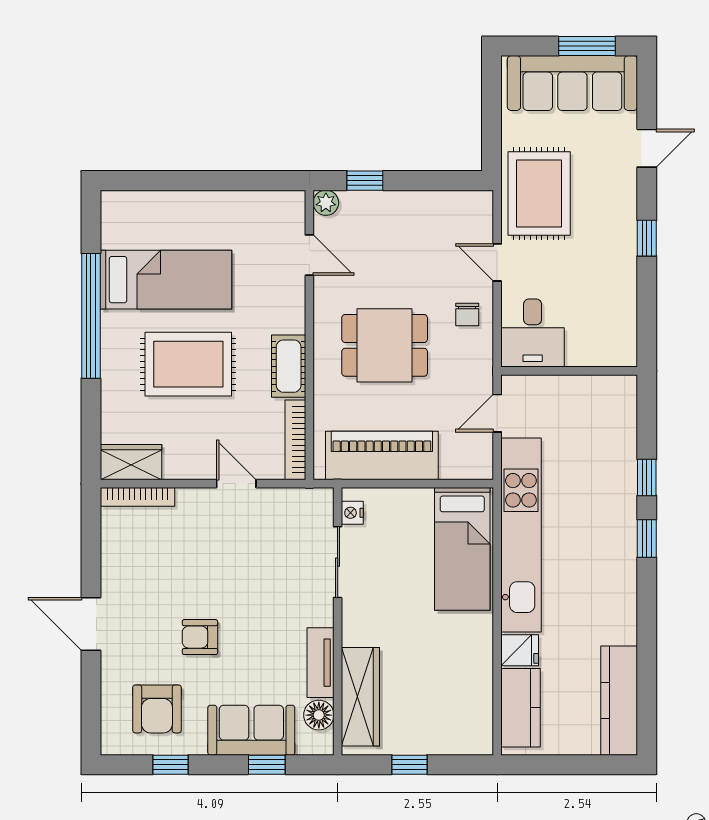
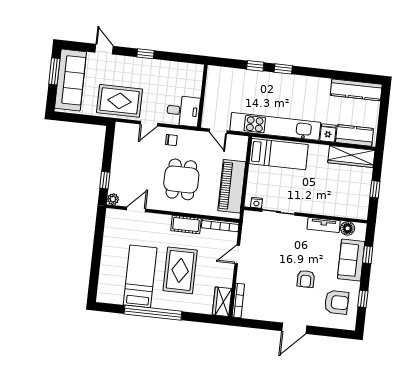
wardrobe: (360, 697) -> (351, 157), moved, turned 180

